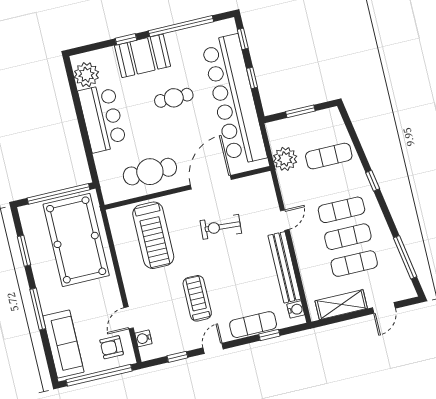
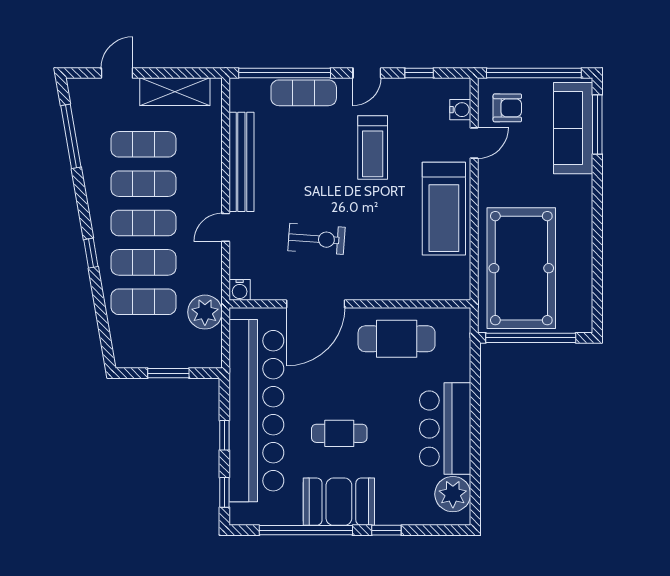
booth: (143, 56) -> (339, 502), moved
exercise mat: (335, 183) -> (143, 262), added
treadmill: (153, 235) -> (444, 209), moved, turned 180
window: (24, 251) -> (597, 270), removed
window: (38, 309) -> (597, 124), moved
water cooler: (296, 309) -> (240, 290), moved, turned -90
window: (269, 335) -> (285, 73), width x3.17

